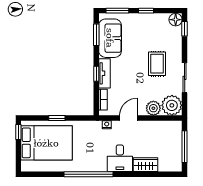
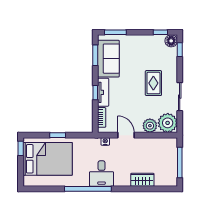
window: (146, 11) -> (160, 32), moved
door: (128, 118) -> (126, 135), hinge flipped
desk: (120, 158) -> (102, 174), moved

